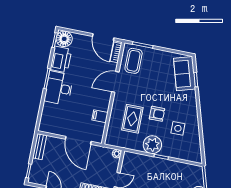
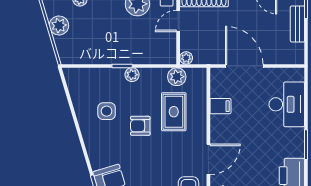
desk: (59, 88) -> (287, 104), moved
plant: (126, 142) -> (177, 77), added
plant: (152, 145) -> (132, 75), width x0.53, depth x0.53
bench: (40, 147) -> (297, 24), moved

